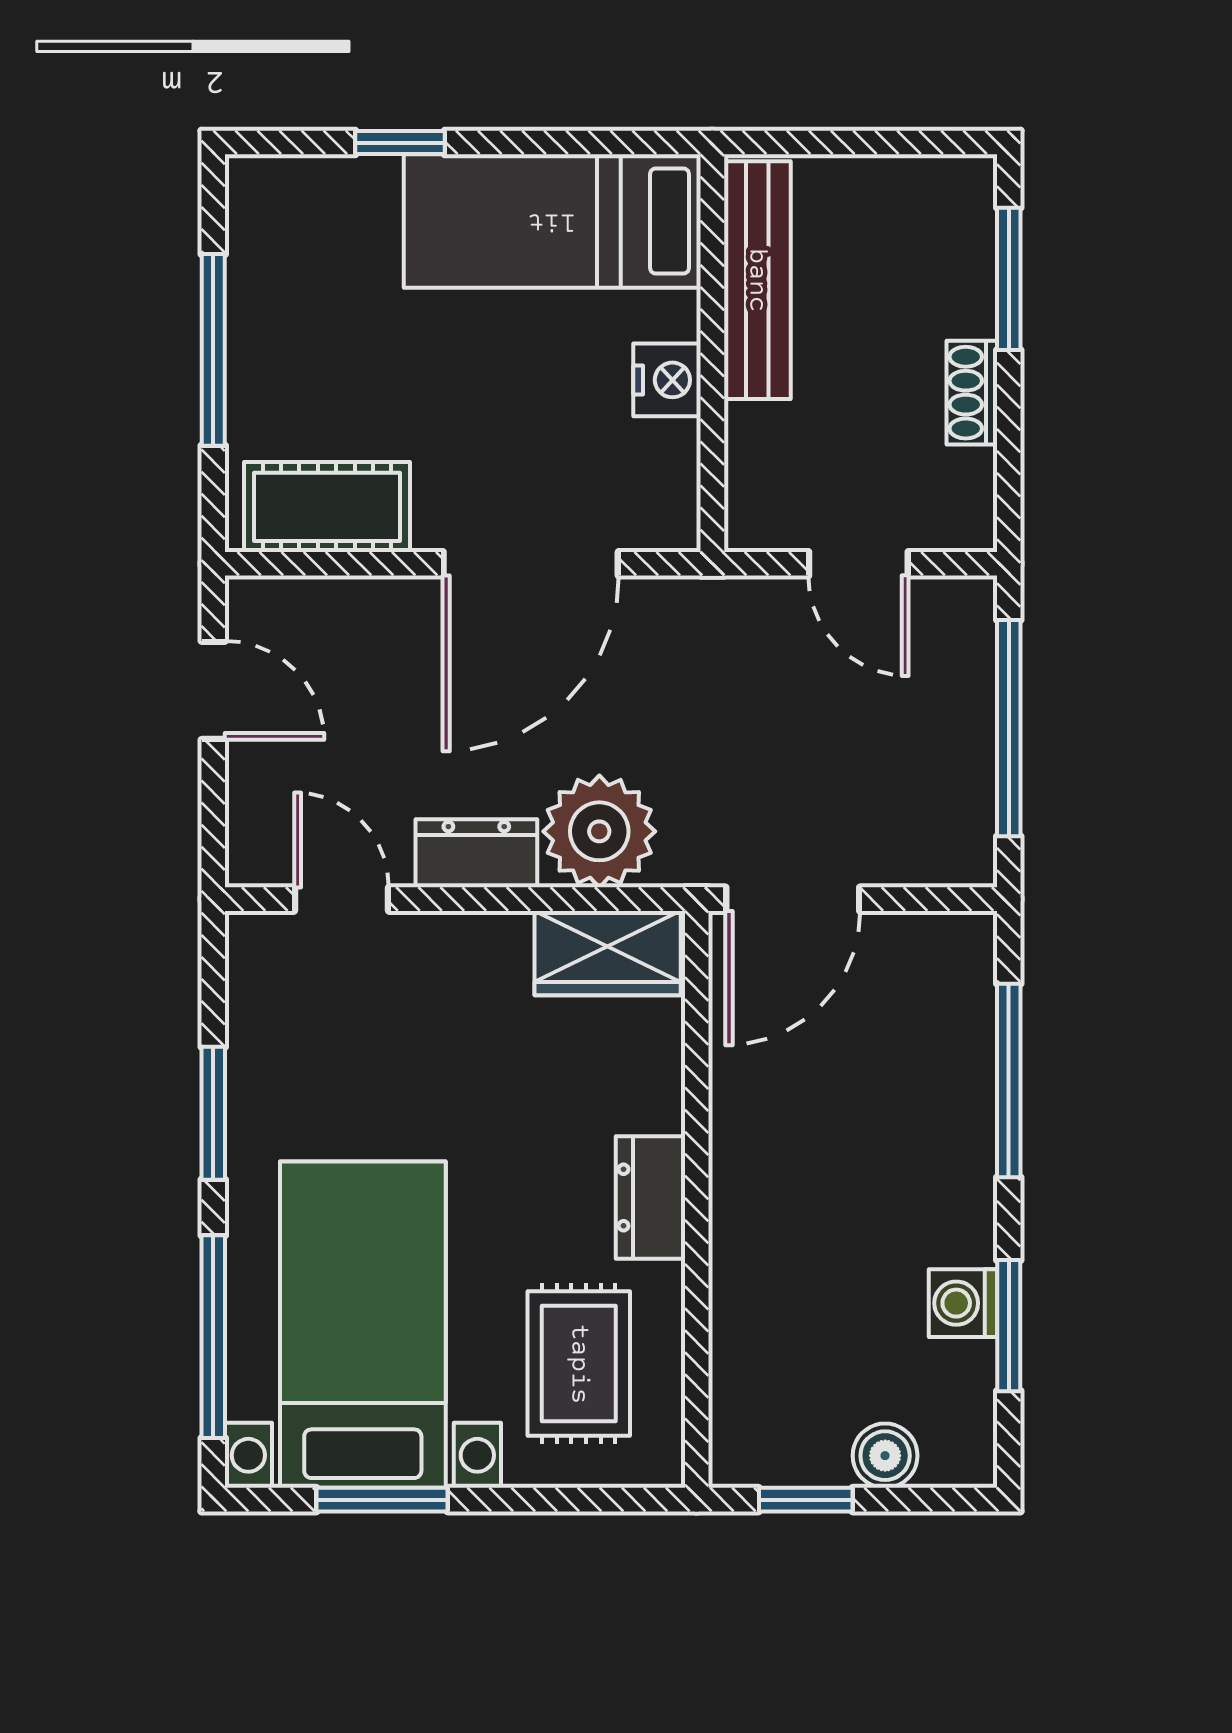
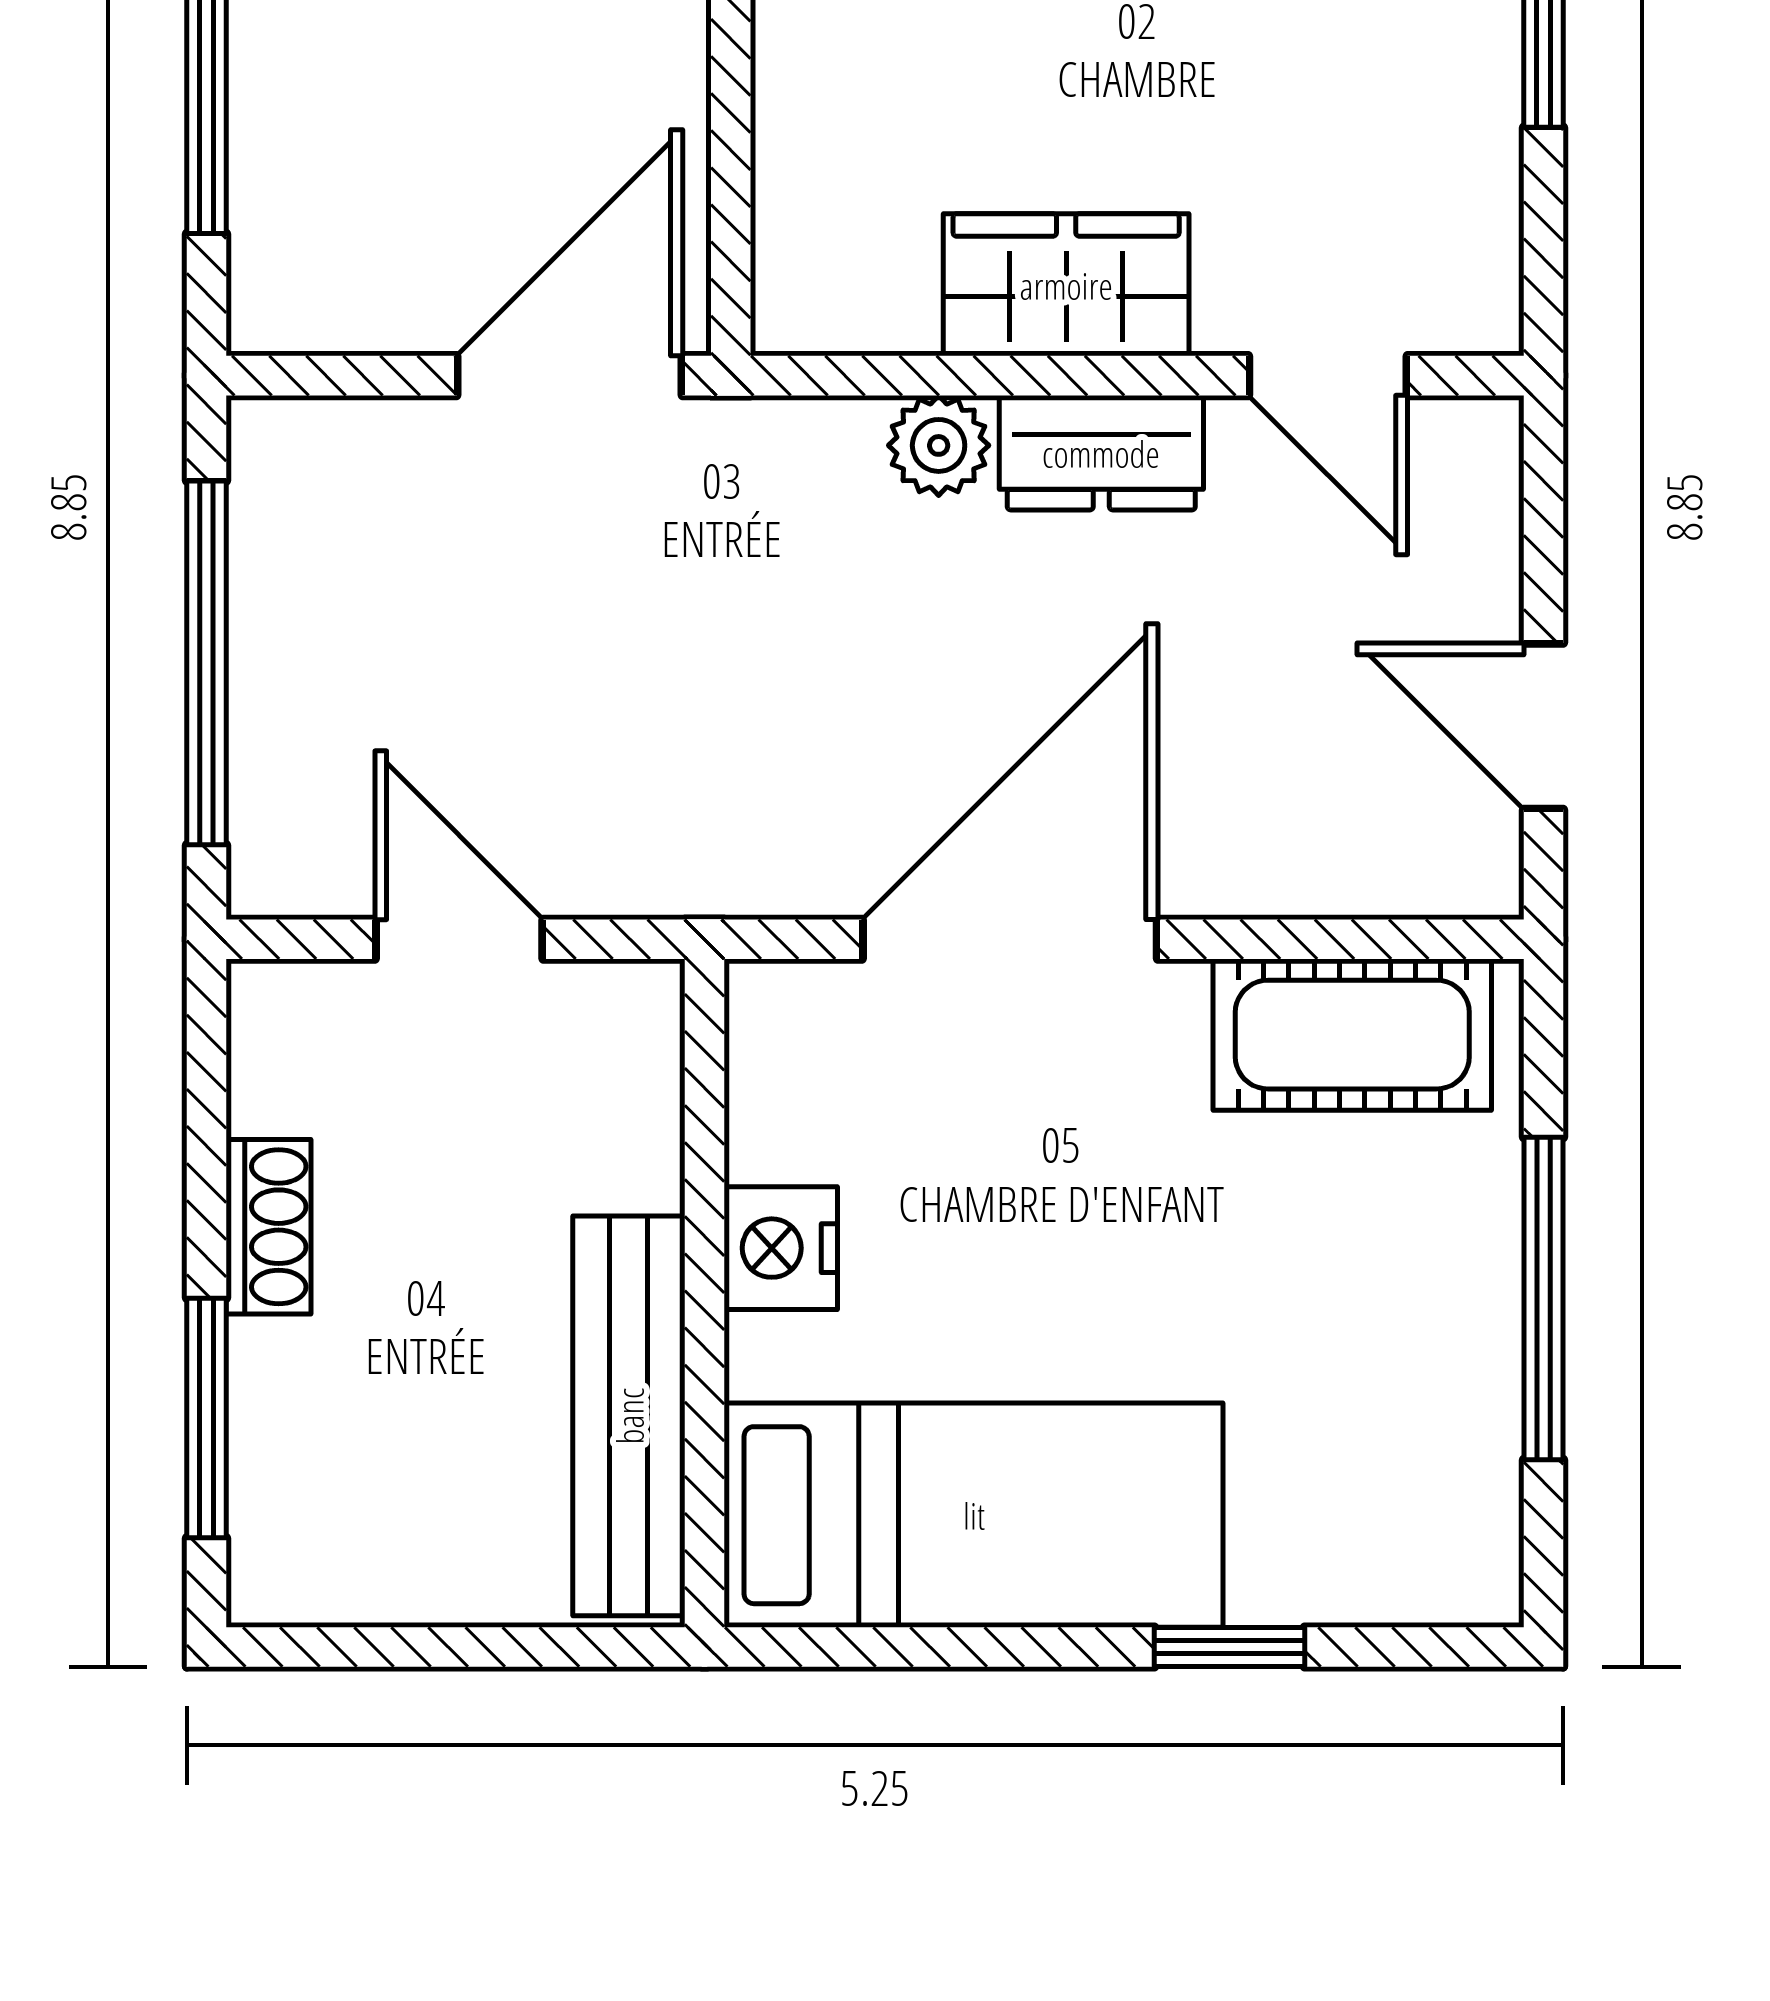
plant: (599, 831) -> (939, 445), width x0.53, depth x0.53
wardrobe: (608, 953) -> (1066, 285), moved

